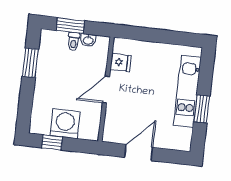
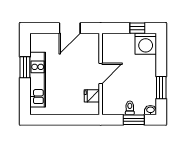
washbasin: (88, 40) -> (150, 110), moved
washing machine: (65, 124) -> (146, 44), moved

